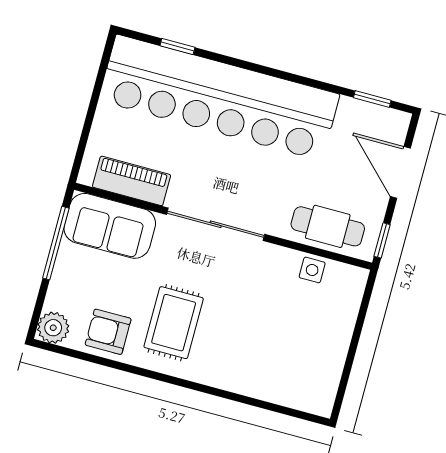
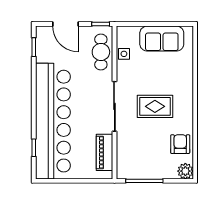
door: (400, 172) -> (65, 24), hinge flipped
sofa: (110, 226) -> (162, 39), moved, turned 90
rug: (174, 323) -> (155, 106), moved
armchair: (108, 332) -> (180, 144), turned 180

